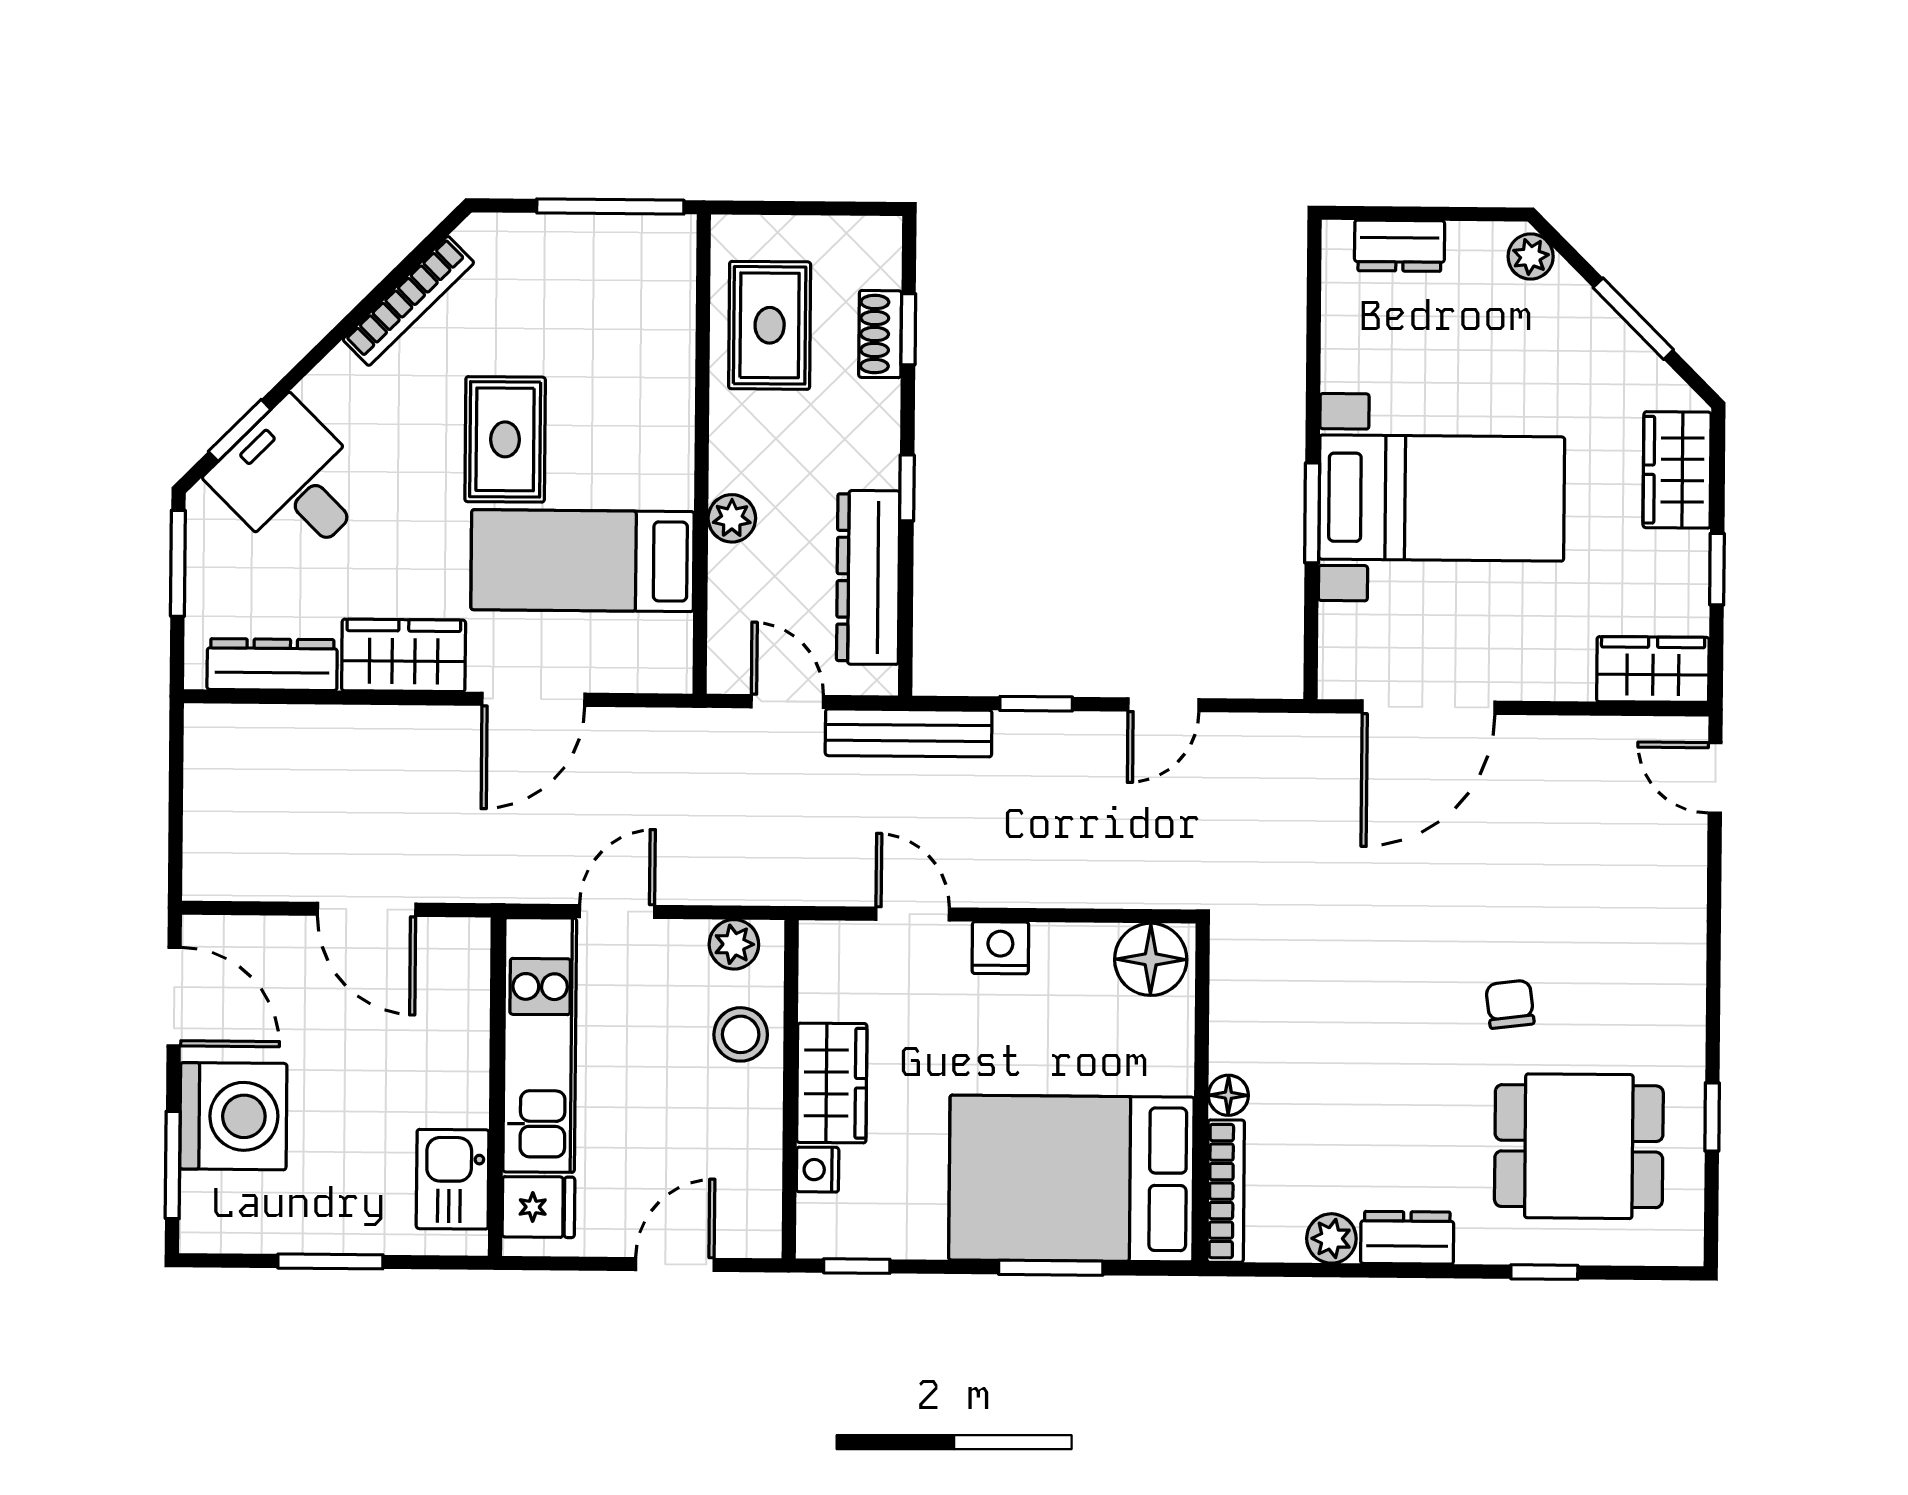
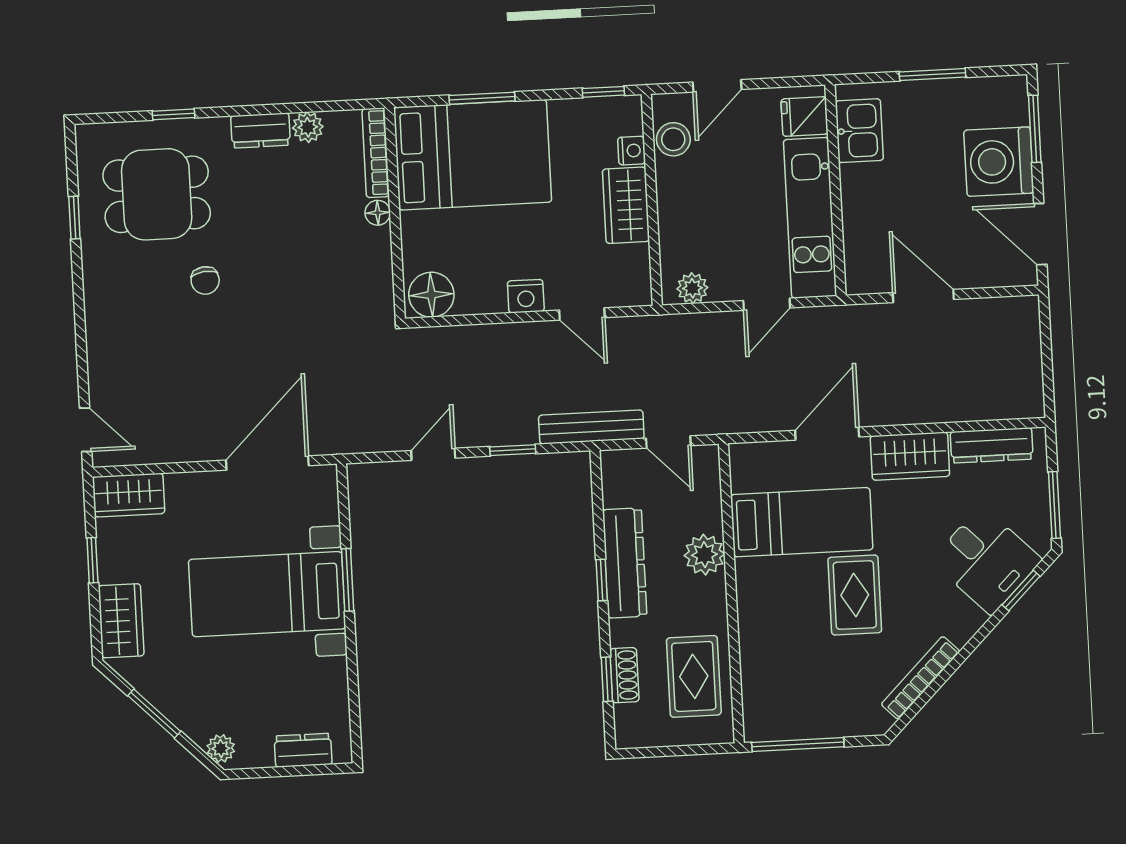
plant: (732, 518) -> (704, 555), width x1.38, depth x1.38
dresser: (868, 577) -> (625, 563), moved
stool: (741, 1034) -> (673, 139), moved

